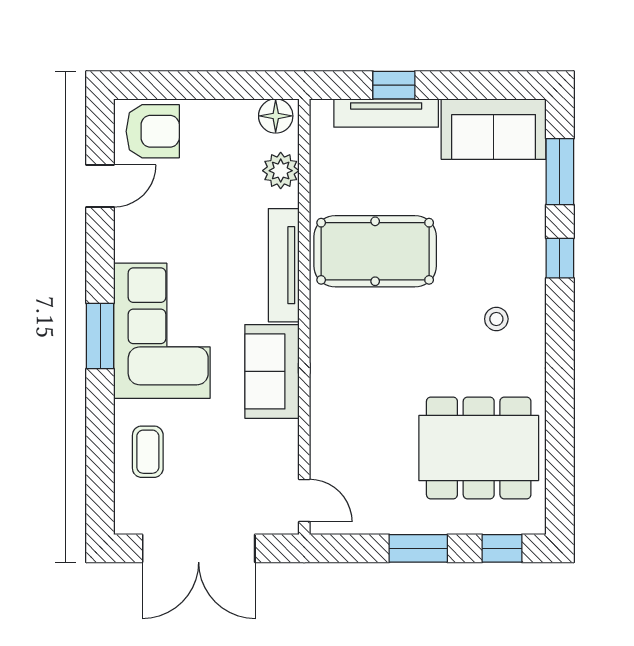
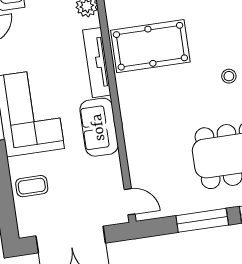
coffee table: (148, 452) -> (32, 186), turned 90
window: (418, 548) -> (202, 220), width x1.44

